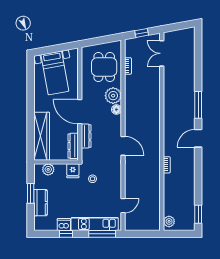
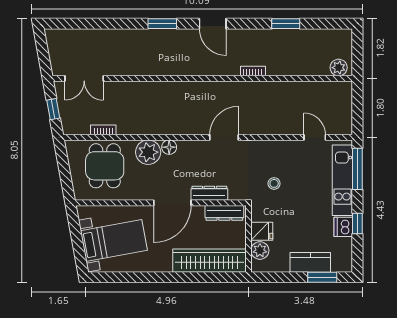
dining table: (104, 67) -> (105, 166), turned 90
window: (198, 105) -> (162, 24), width x0.69
fridge: (73, 171) -> (262, 231), moved
window: (31, 193) -> (322, 277), moved
window: (198, 214) -> (286, 24), moved

